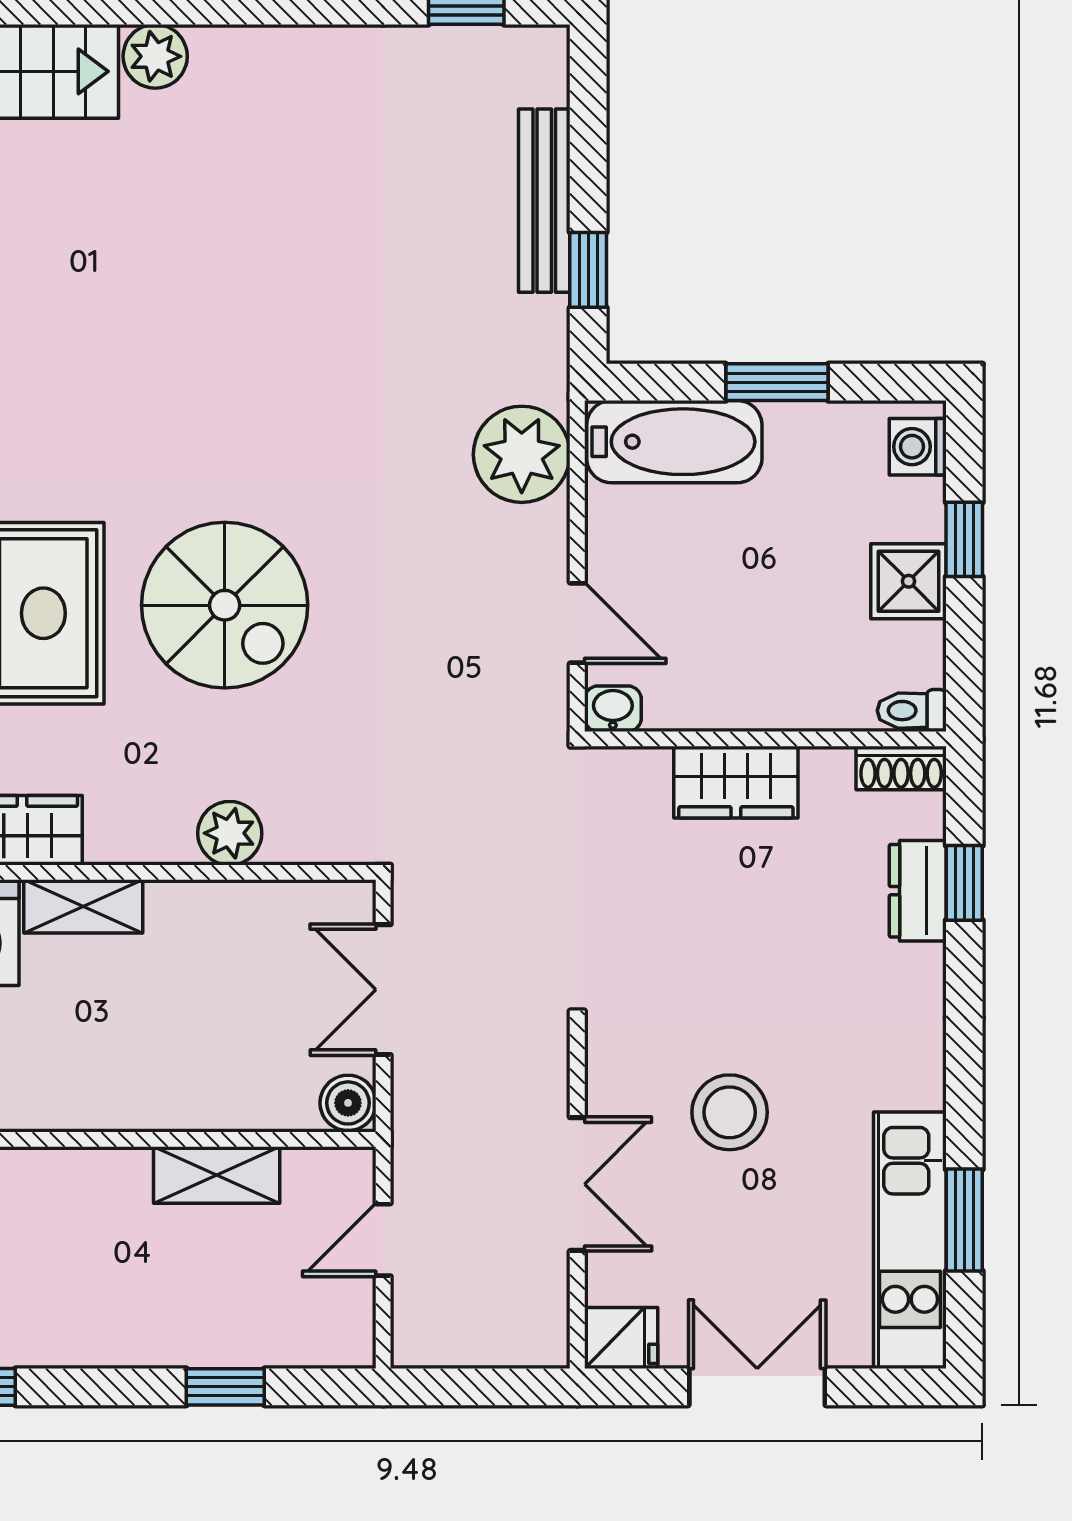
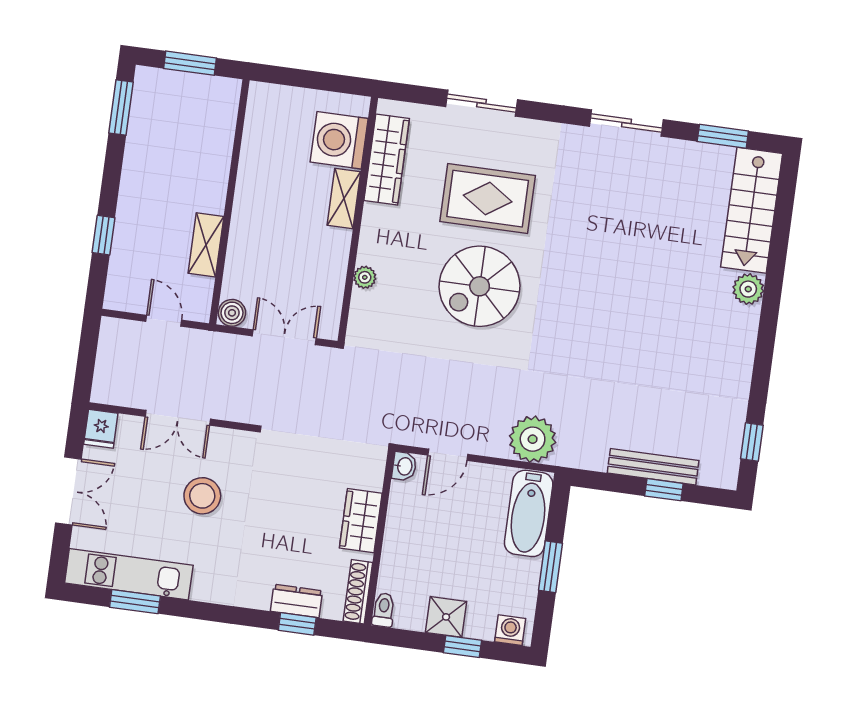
window: (588, 270) -> (664, 490), moved
shoe rack: (901, 768) -> (358, 592), width x1.43
plant: (230, 833) -> (365, 277), width x0.73, depth x0.73

